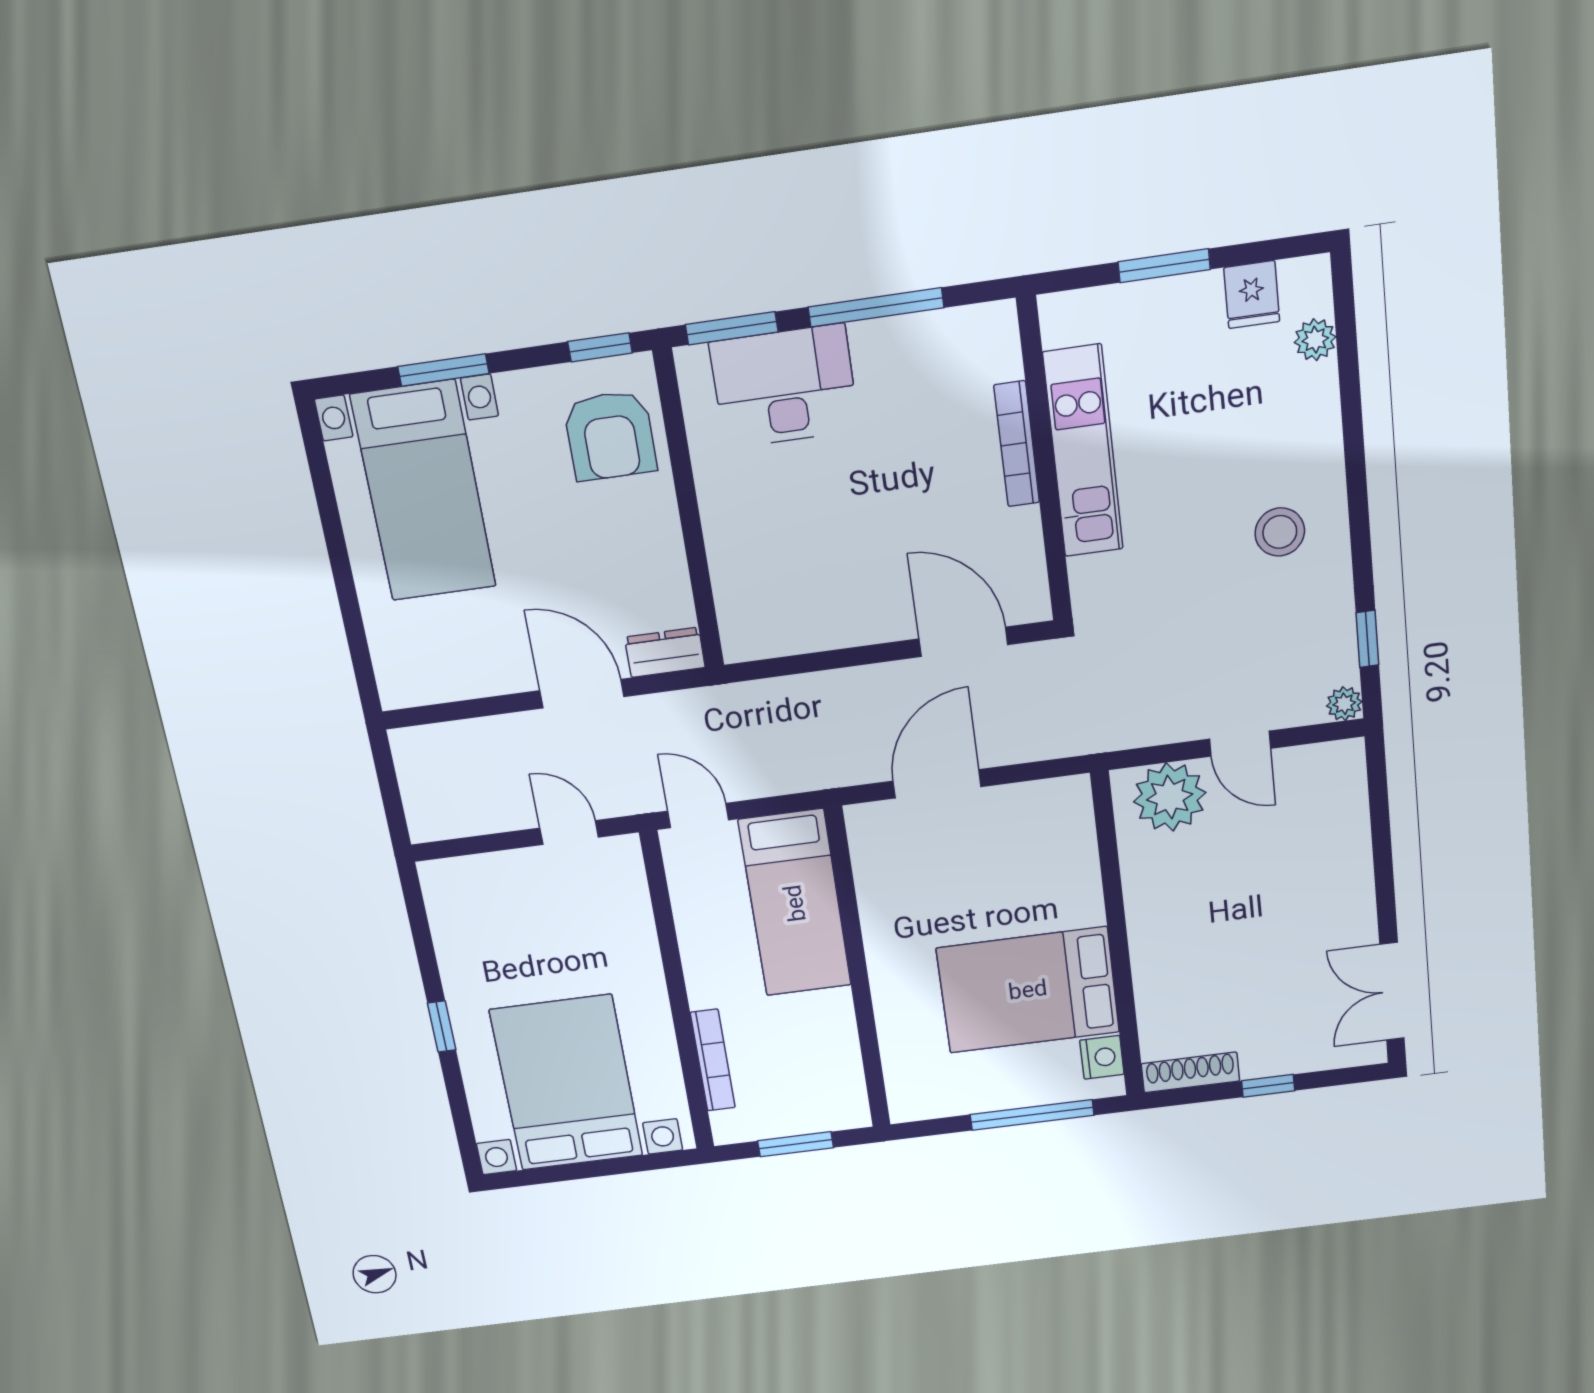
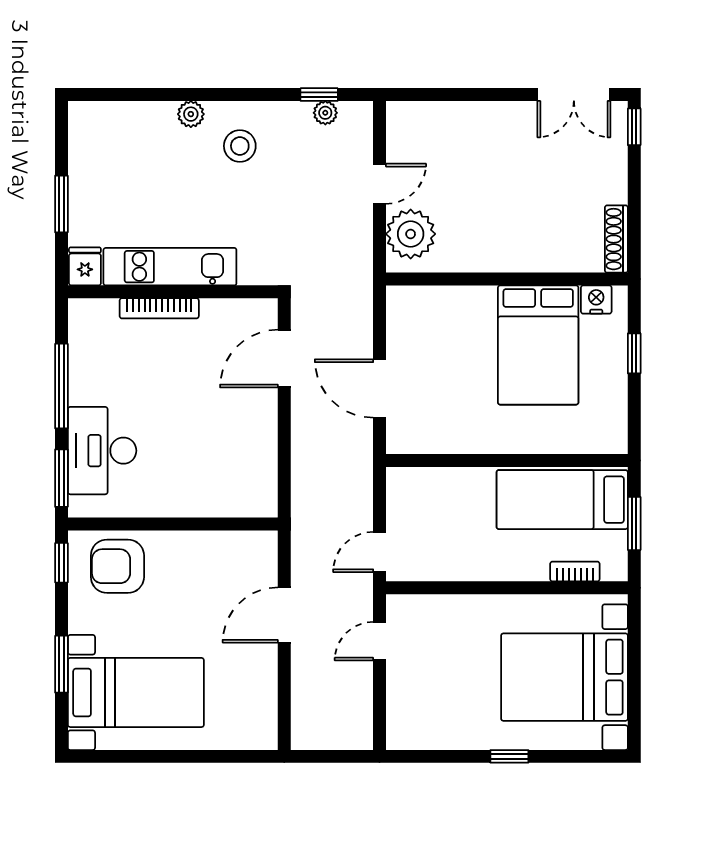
fridge: (1252, 295) -> (85, 266), moved, turned -90
plant: (1315, 340) -> (191, 114), moved
armchair: (610, 436) -> (117, 566), turned 180
dresser: (665, 652) -> (264, 555), removed
plant: (1344, 704) -> (325, 113), moved
bed: (795, 903) -> (562, 500), moved, turned 180
bookcase: (713, 1060) -> (575, 571), width x0.64
window: (1268, 1086) -> (634, 127), moved
window: (1032, 1115) -> (634, 353), width x0.46

